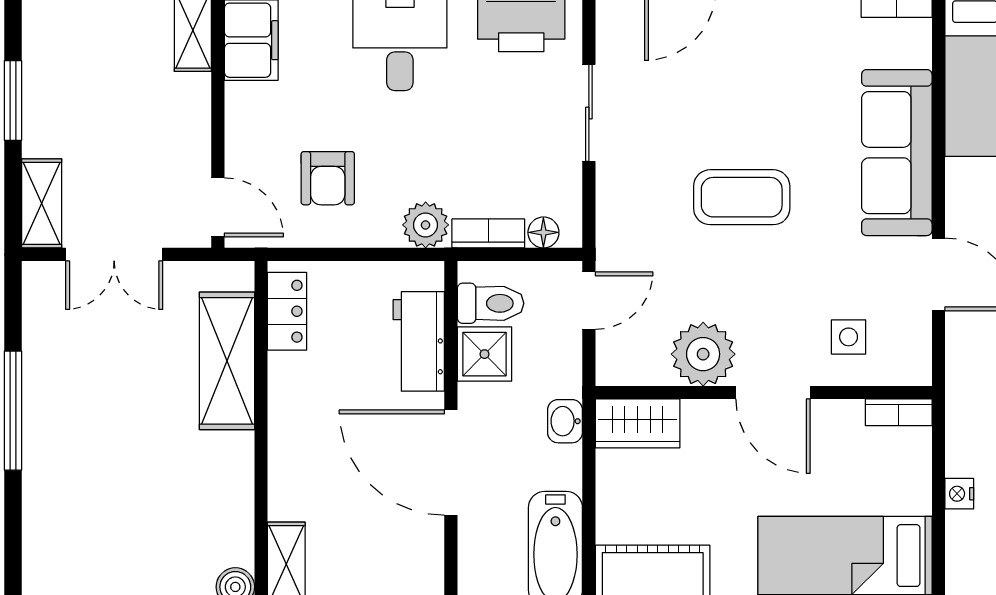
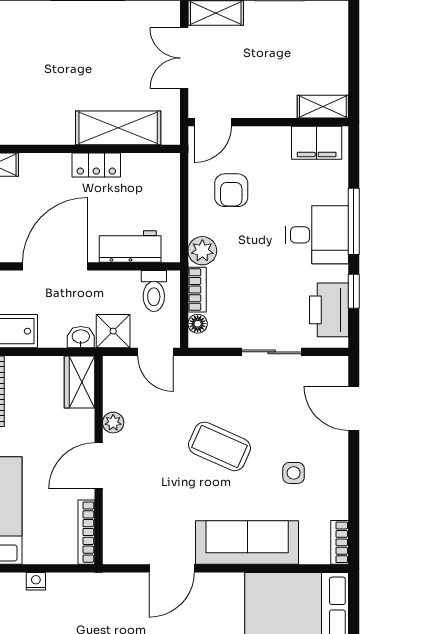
armchair: (328, 178) -> (231, 190), turned -90
coffee table: (742, 197) -> (219, 446), turned -66
locker: (287, 311) -> (96, 165), moved
side table: (849, 337) -> (294, 473), moved
shower: (484, 354) -> (113, 331), moved
plant: (703, 354) -> (113, 423), width x0.53, depth x0.53
bookcase: (899, 412) -> (86, 532), width x1.56

